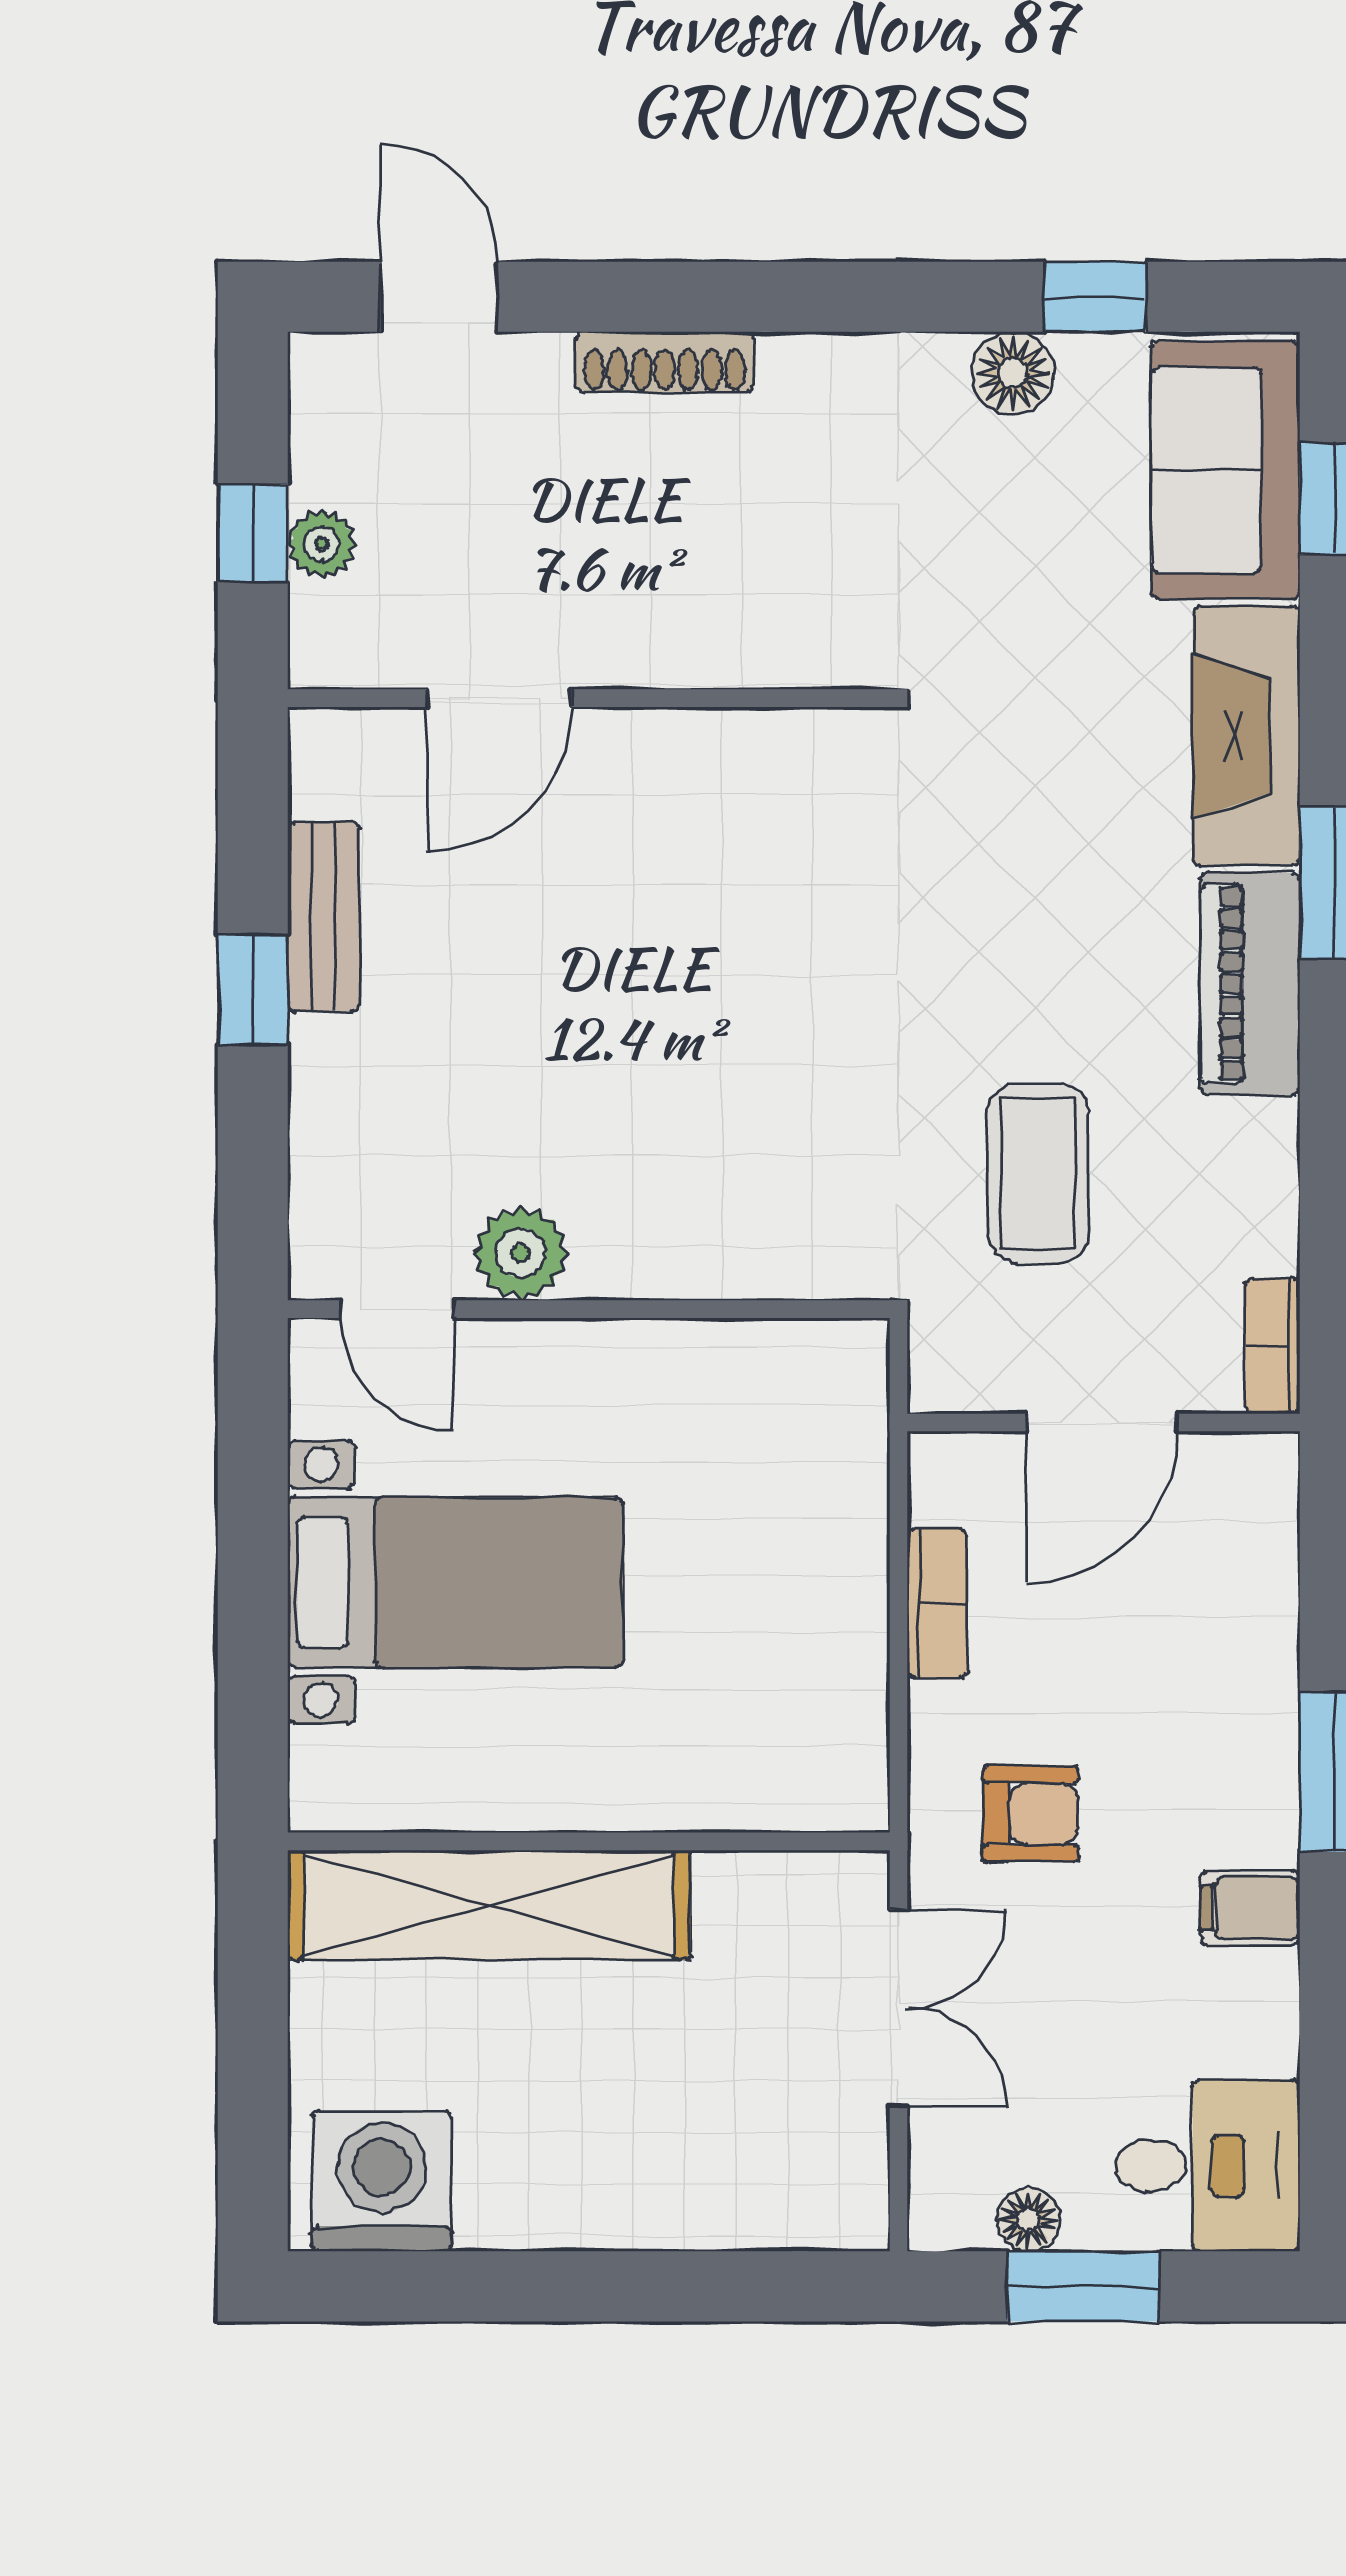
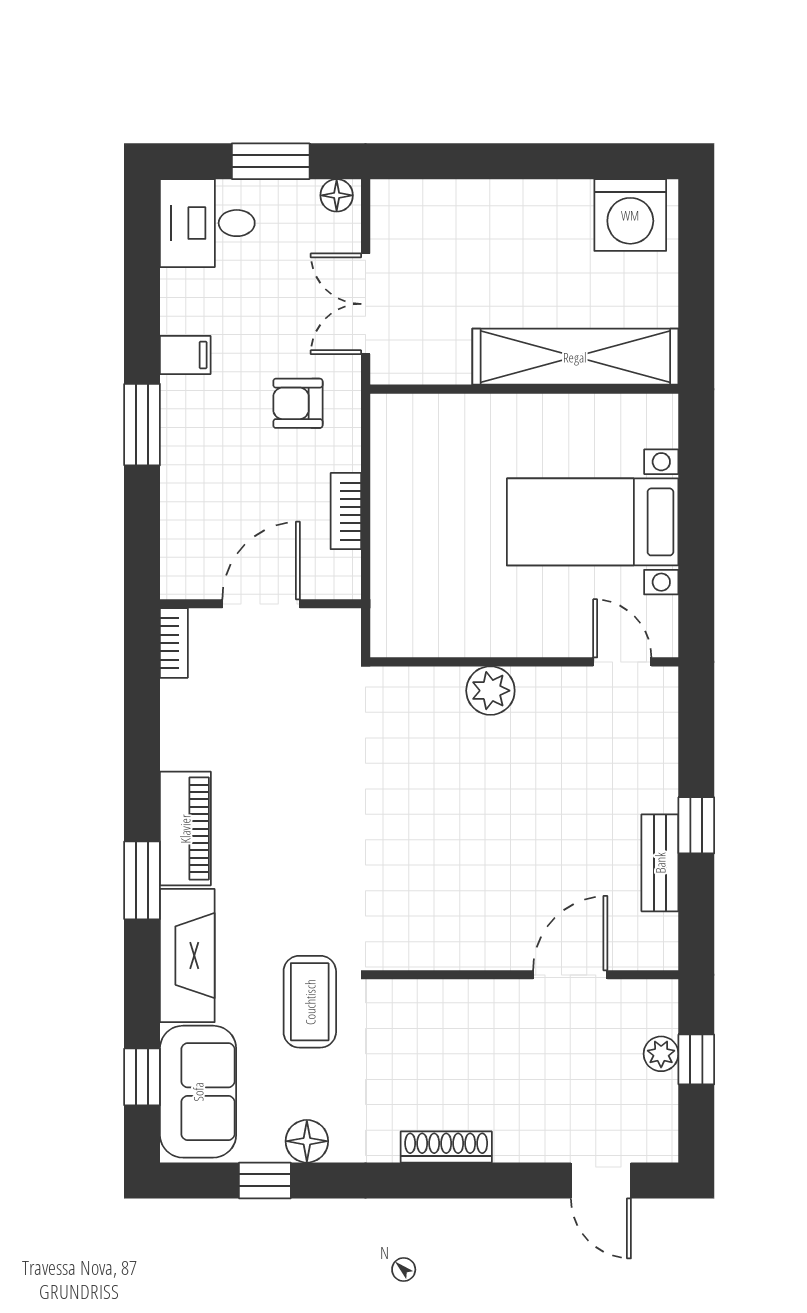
shoe rack: (665, 362) -> (446, 1147), moved
coffee table: (1038, 1173) -> (310, 1002), moved
plant: (521, 1253) -> (490, 691), moved
floor lamp: (1028, 2220) -> (337, 195), moved

